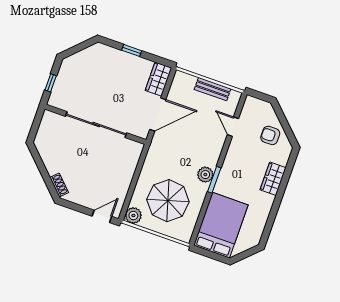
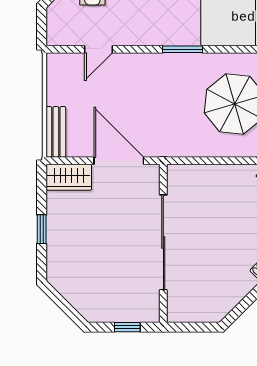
bench: (213, 89) -> (56, 132), moved
plant: (205, 175) -> (180, 64), removed

